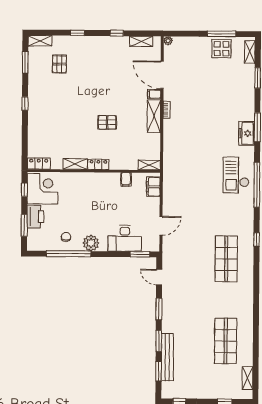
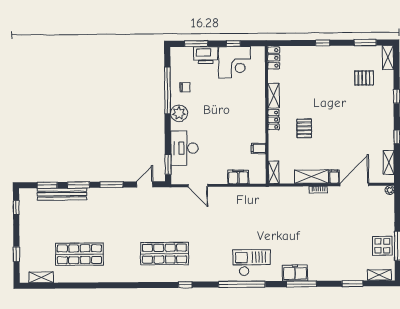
locker: (39, 164) -> (274, 58), moved
shelving: (75, 164) -> (274, 96), moved
locker: (98, 164) -> (274, 120), moved
shelving: (149, 165) -> (274, 172), moved
wall: (94, 171) -> (267, 115), moved
filing cabinet: (126, 179) -> (258, 148), moved

